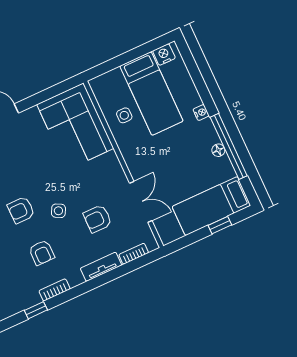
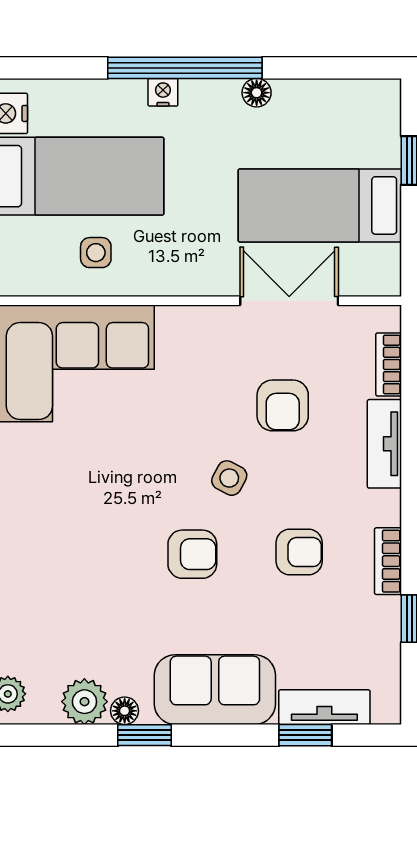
window: (229, 146) -> (185, 68), moved
bed: (211, 206) -> (320, 205), moved, turned 90
armchair: (21, 210) -> (192, 554), turned -90

